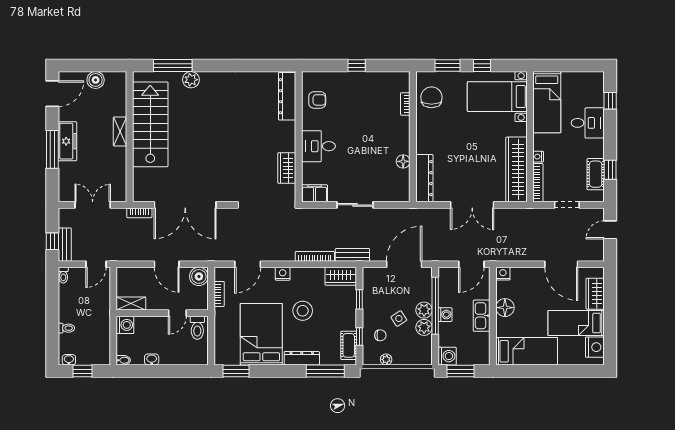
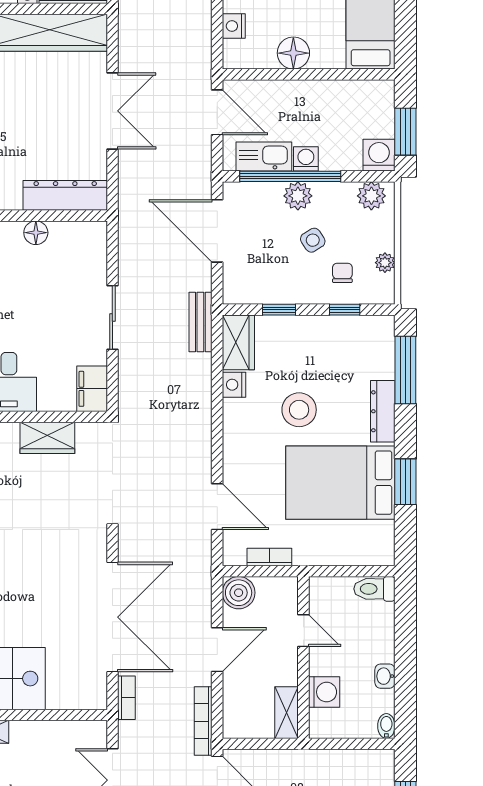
bookcase: (315, 256) -> (203, 721), moved
nightstand: (283, 274) -> (234, 385), moved
nightstand: (503, 274) -> (234, 26), moved
kitchen sink: (482, 316) -> (264, 156), moved, turned 180
washing machine: (125, 325) -> (324, 692), moved, turned 90
plant: (424, 327) -> (371, 196), moved
toilet: (197, 328) -> (374, 589), moved, turned 180
cot: (349, 345) -> (360, 329), removed
window: (236, 371) -> (405, 482), moved

